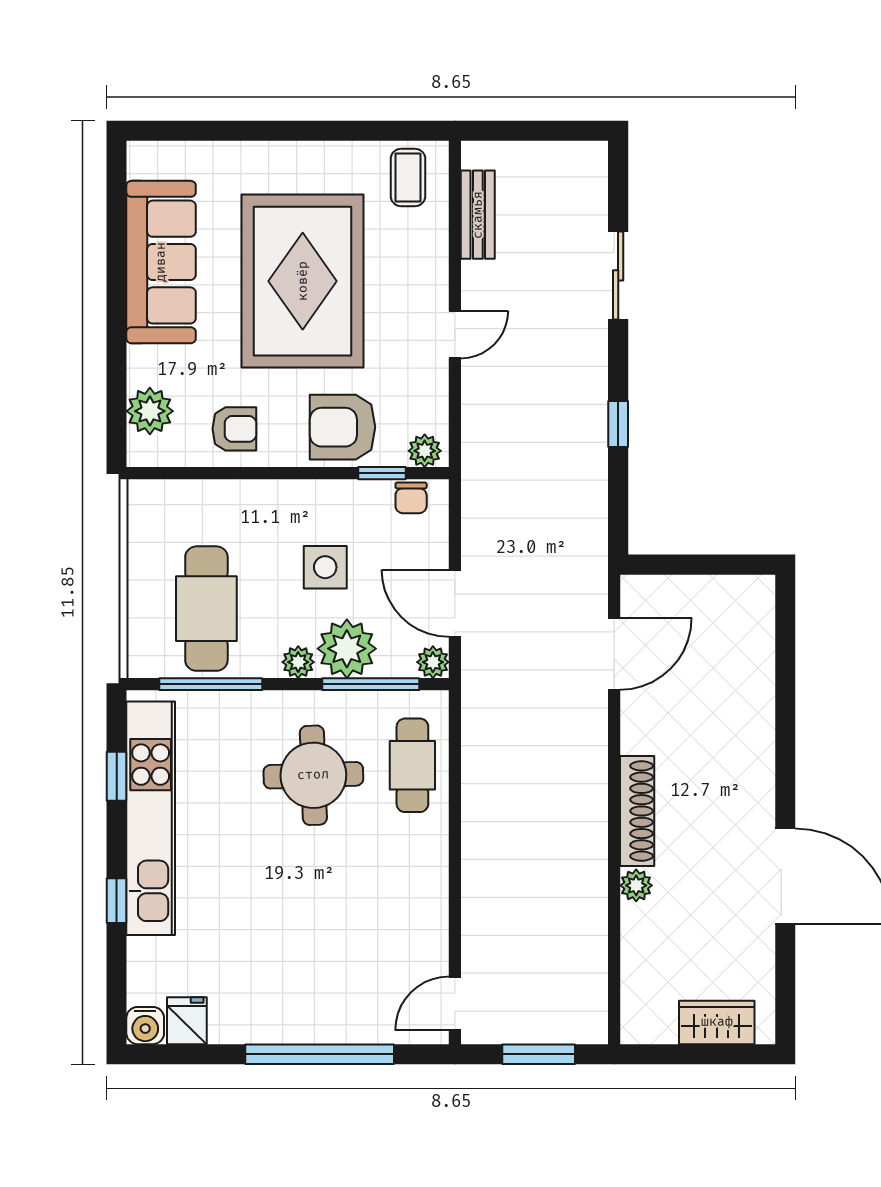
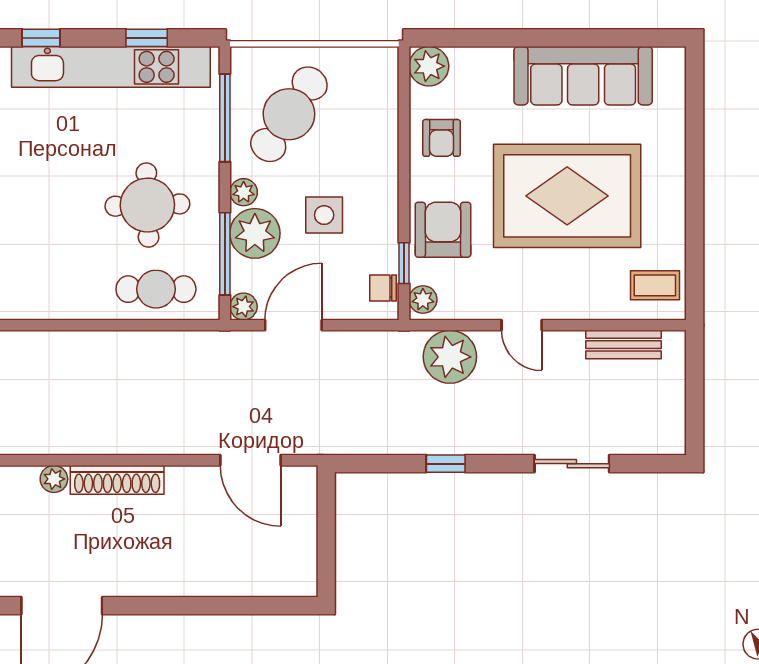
plant: (150, 411) -> (429, 66), moved
plant: (492, 419) -> (450, 357), added
cafe table: (206, 609) -> (289, 114), turned -56

